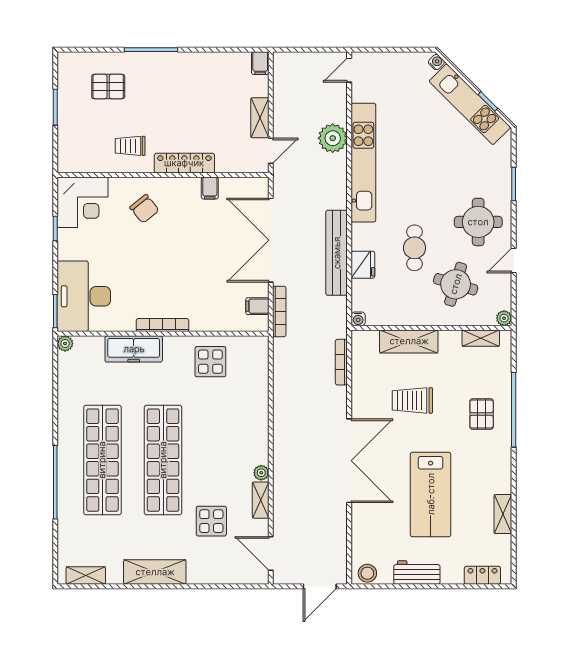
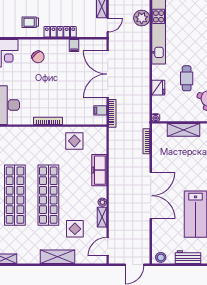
bench: (337, 253) -> (144, 81), removed
freezer: (134, 349) -> (99, 170), moved, turned 90
trolley: (412, 400) -> (186, 162), removed
door: (271, 554) -> (108, 247), hinge flipped
shelving: (155, 572) -> (58, 257), moved

